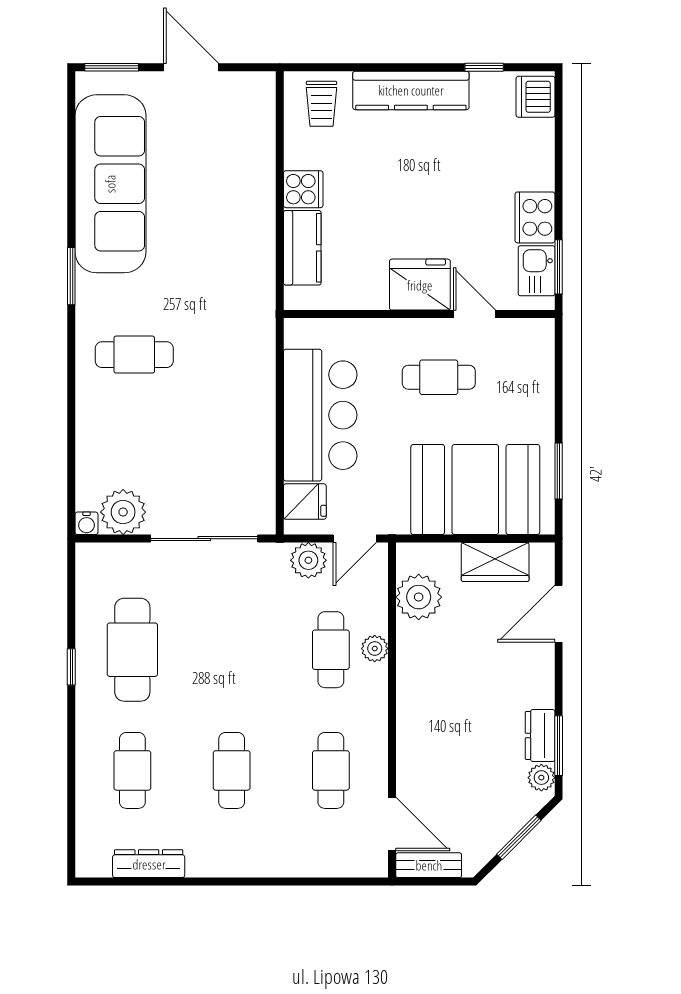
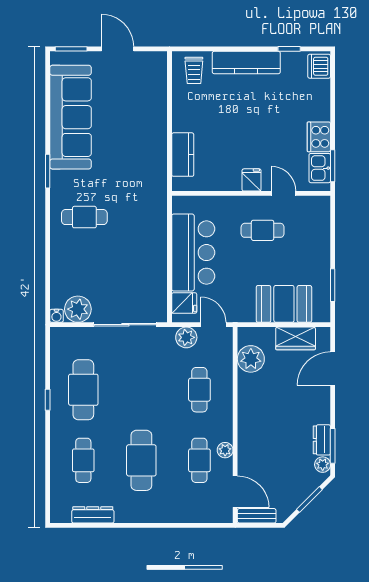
cooker: (303, 189) -> (183, 120), removed
fridge: (420, 285) -> (252, 180), width x0.53, depth x0.75
booth: (475, 490) -> (284, 304), width x0.73, depth x0.70
door: (355, 539) -> (213, 325), swing flipped
plant: (375, 649) -> (225, 450), moved
cafe table: (232, 770) -> (141, 460), width x1.37, depth x1.35

